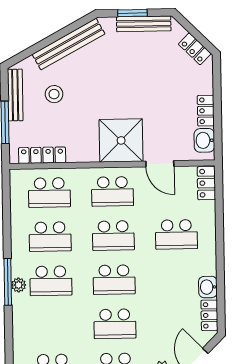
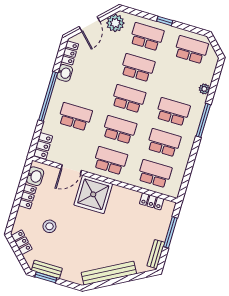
window: (132, 13) -> (46, 277), moved
bench: (144, 24) -> (47, 269), width x0.73
stool: (54, 94) -> (49, 226), moved
bench: (15, 95) -> (156, 254), width x0.73
locker: (42, 155) -> (152, 201), width x0.66
door: (160, 164) -> (71, 170), swing flipped
window: (220, 250) -> (48, 96), added
plant: (19, 285) -> (204, 89), moved

